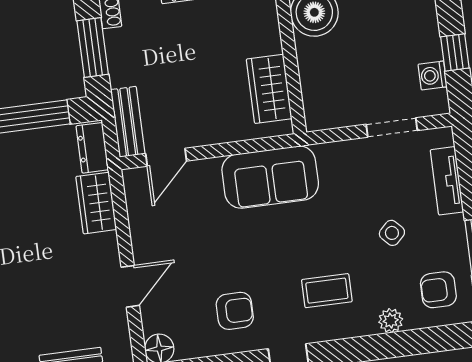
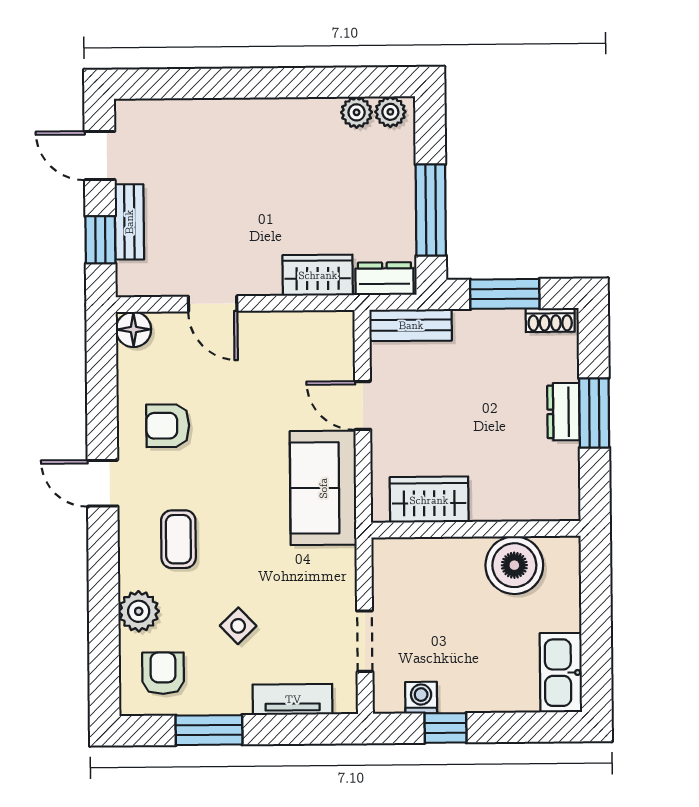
door: (166, 157) -> (363, 405), moved
armchair: (235, 311) -> (168, 426), turned 90
plant: (391, 321) -> (139, 611), width x1.38, depth x1.38

